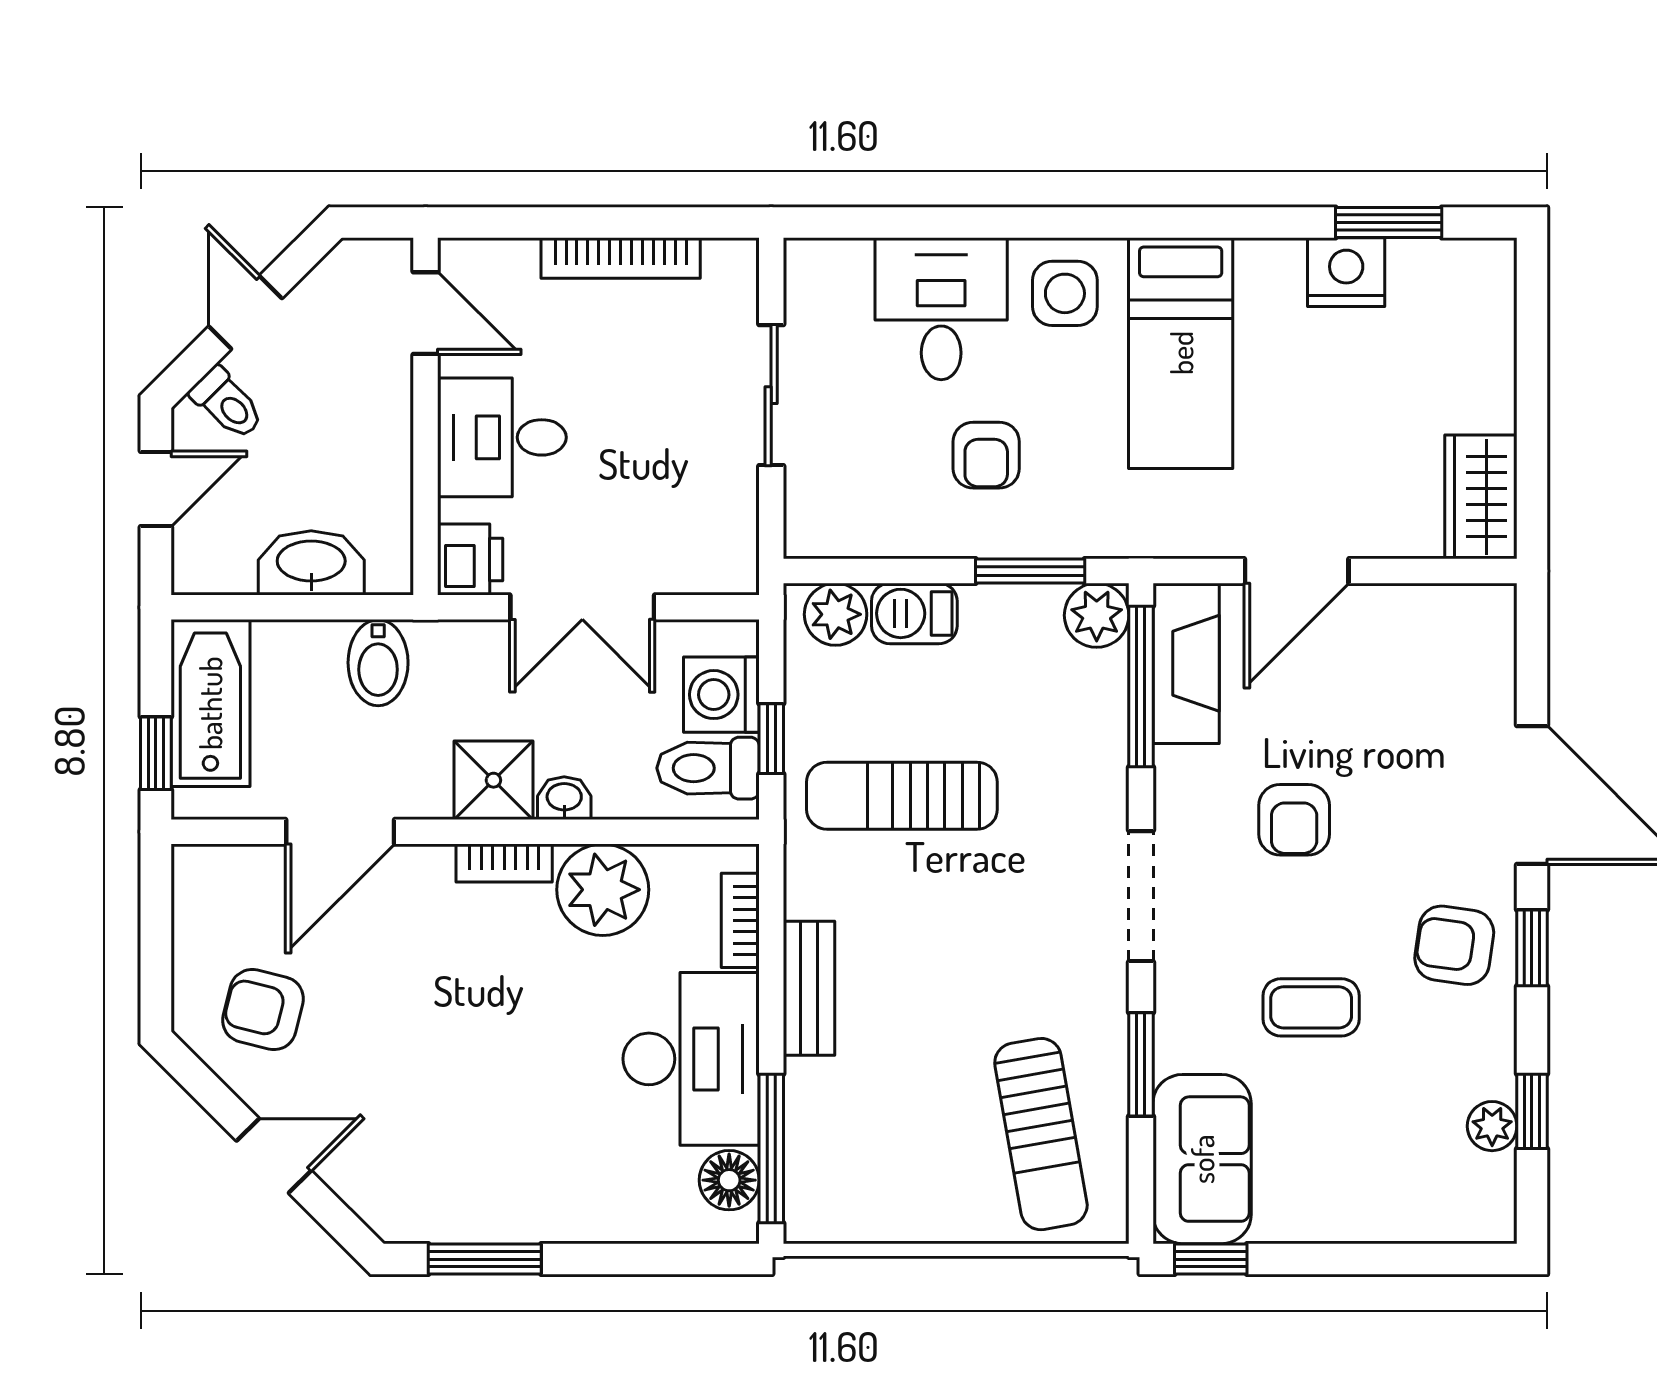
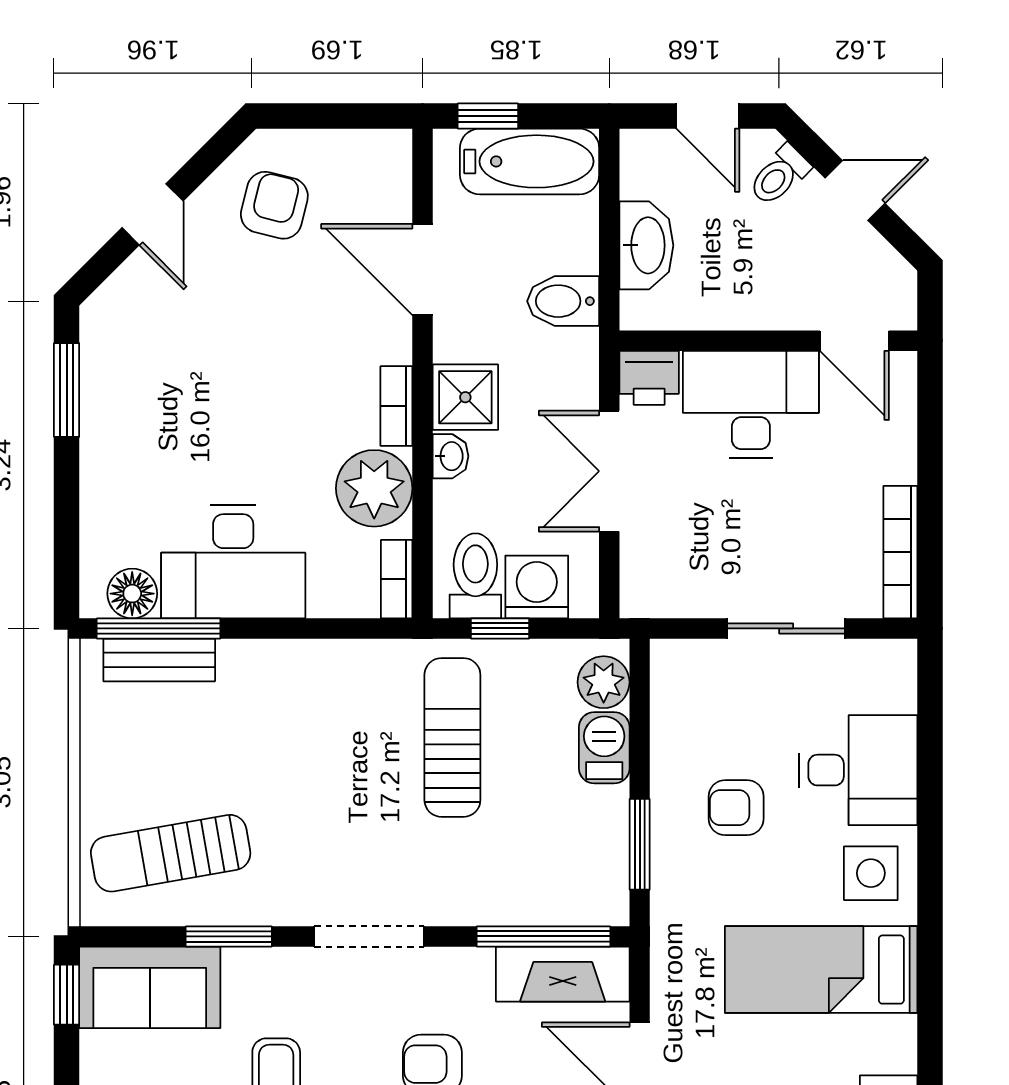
bookcase: (621, 258) -> (900, 552), moved
door: (426, 313) -> (854, 341), hinge flipped
desk: (502, 437) -> (751, 404), width x1.37
plant: (1097, 615) -> (603, 900), removed
bookcase: (740, 920) -> (397, 579), moved, turned -90
bench: (809, 988) -> (159, 660), moved

